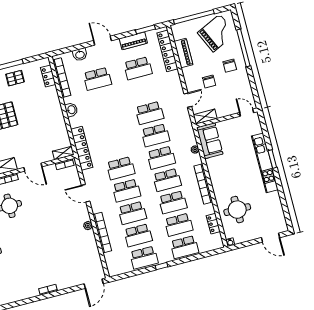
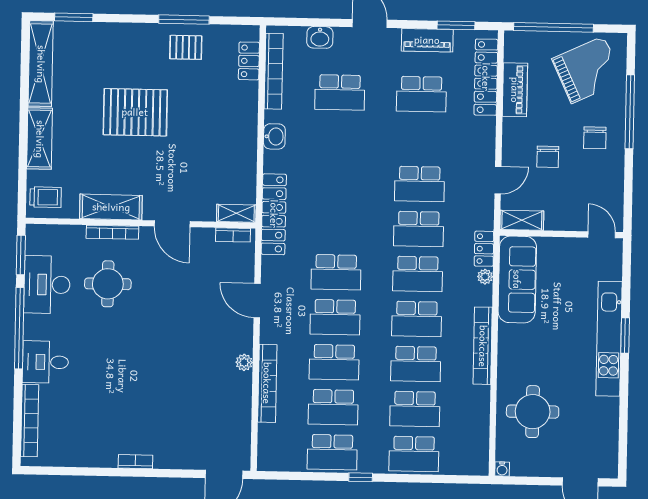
sofa: (210, 141) -> (517, 279), width x1.36
locker: (213, 224) -> (484, 249), moved

